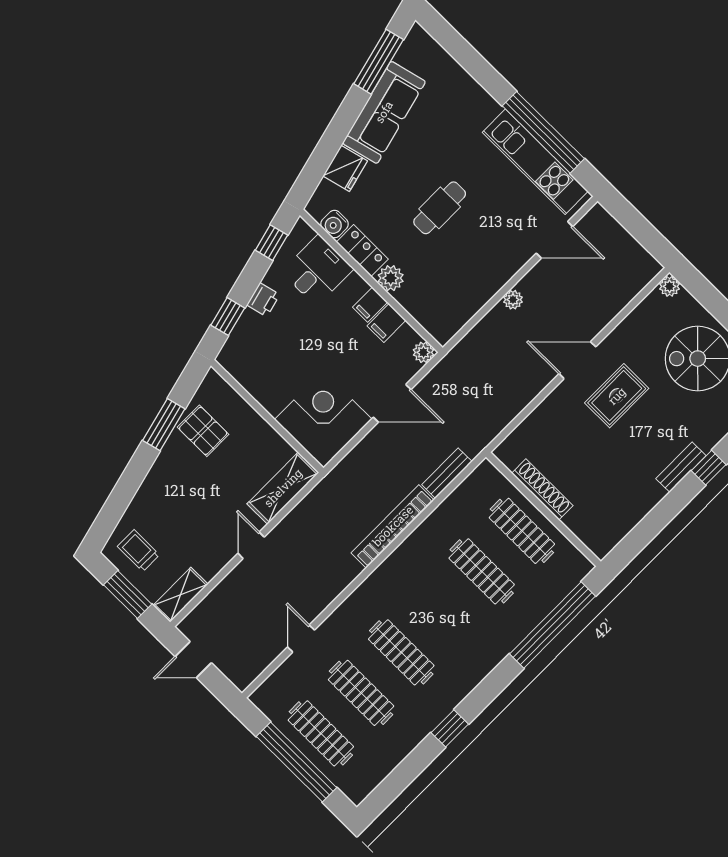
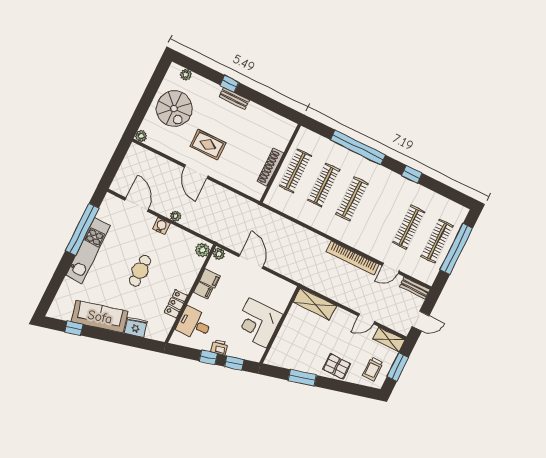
window: (379, 62) -> (74, 328), width x0.46
kitchen unit: (535, 162) -> (88, 251), moved
cafe table: (440, 208) -> (140, 271), turned 90
water cooler: (335, 224) -> (161, 226), moved, turned -90
window: (271, 243) -> (208, 357), moved
plant: (391, 278) -> (202, 250), moved
corner desk: (323, 419) -> (258, 323), moved
pallet: (203, 431) -> (337, 366), moved, turned 90
bench: (447, 473) -> (415, 288), moved
bookcase: (393, 526) -> (353, 258), moved
door: (251, 545) -> (367, 319), moved
window: (552, 625) -> (358, 147), moved
clothes rail: (401, 652) -> (352, 199), moved
door: (193, 660) -> (421, 321), hinge flipped

